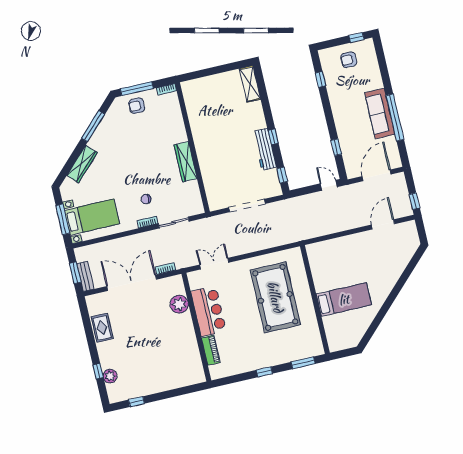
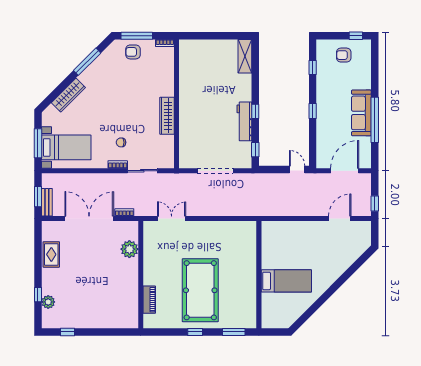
window: (336, 147) -> (313, 111), moved
pool table: (275, 297) -> (200, 290), moved
bar counter: (209, 311) -> (156, 262), removed

